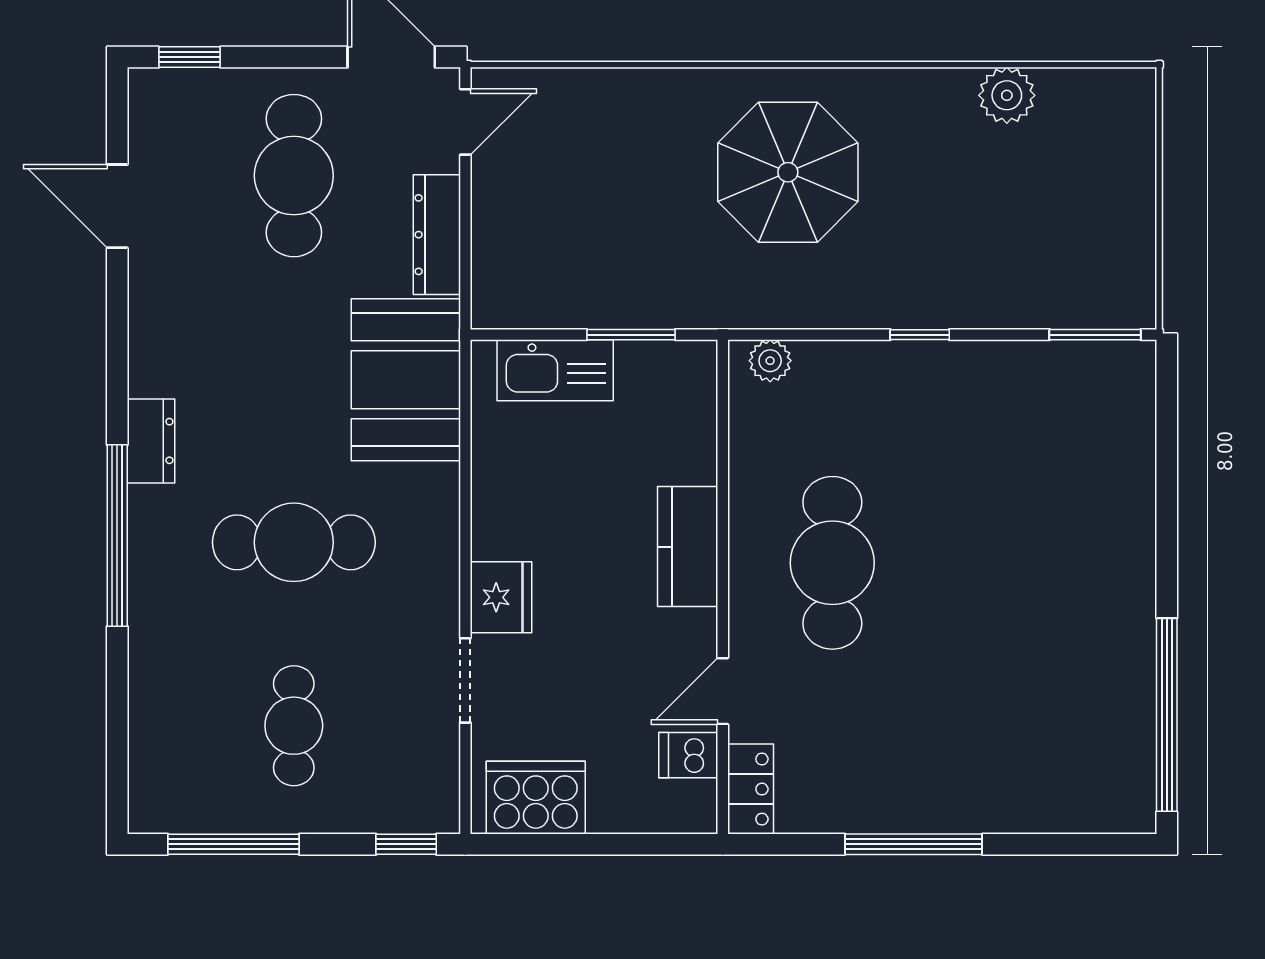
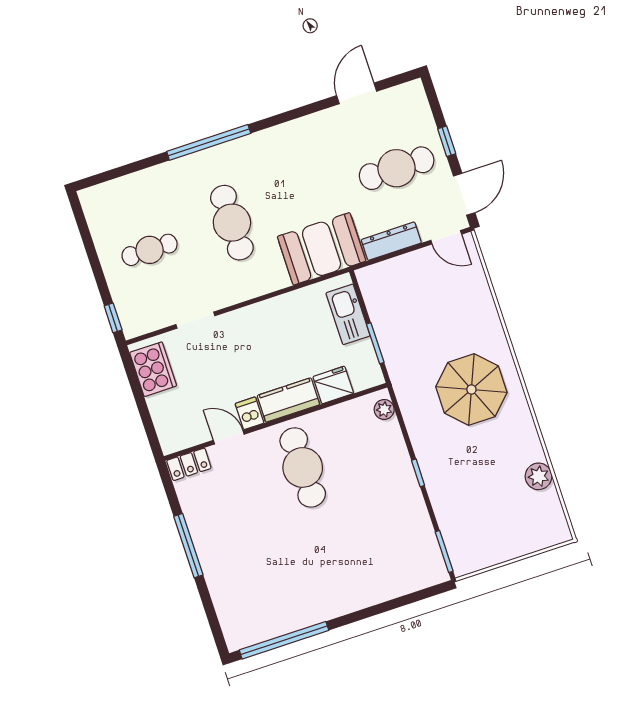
window: (189, 57) -> (447, 141), moved
dresser: (151, 441) -> (256, 143), removed
cafe table: (832, 563) -> (303, 467), turned 90
fridge: (501, 597) -> (333, 385), moved, turned 180
dishwasher: (688, 755) -> (250, 413), moved
window: (233, 844) -> (87, 240), removed

